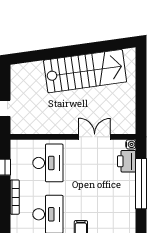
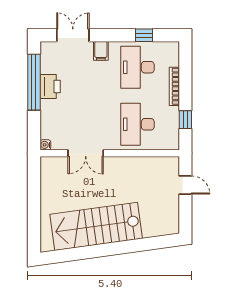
printer: (127, 161) -> (50, 87), moved
window: (141, 184) -> (34, 82), moved

